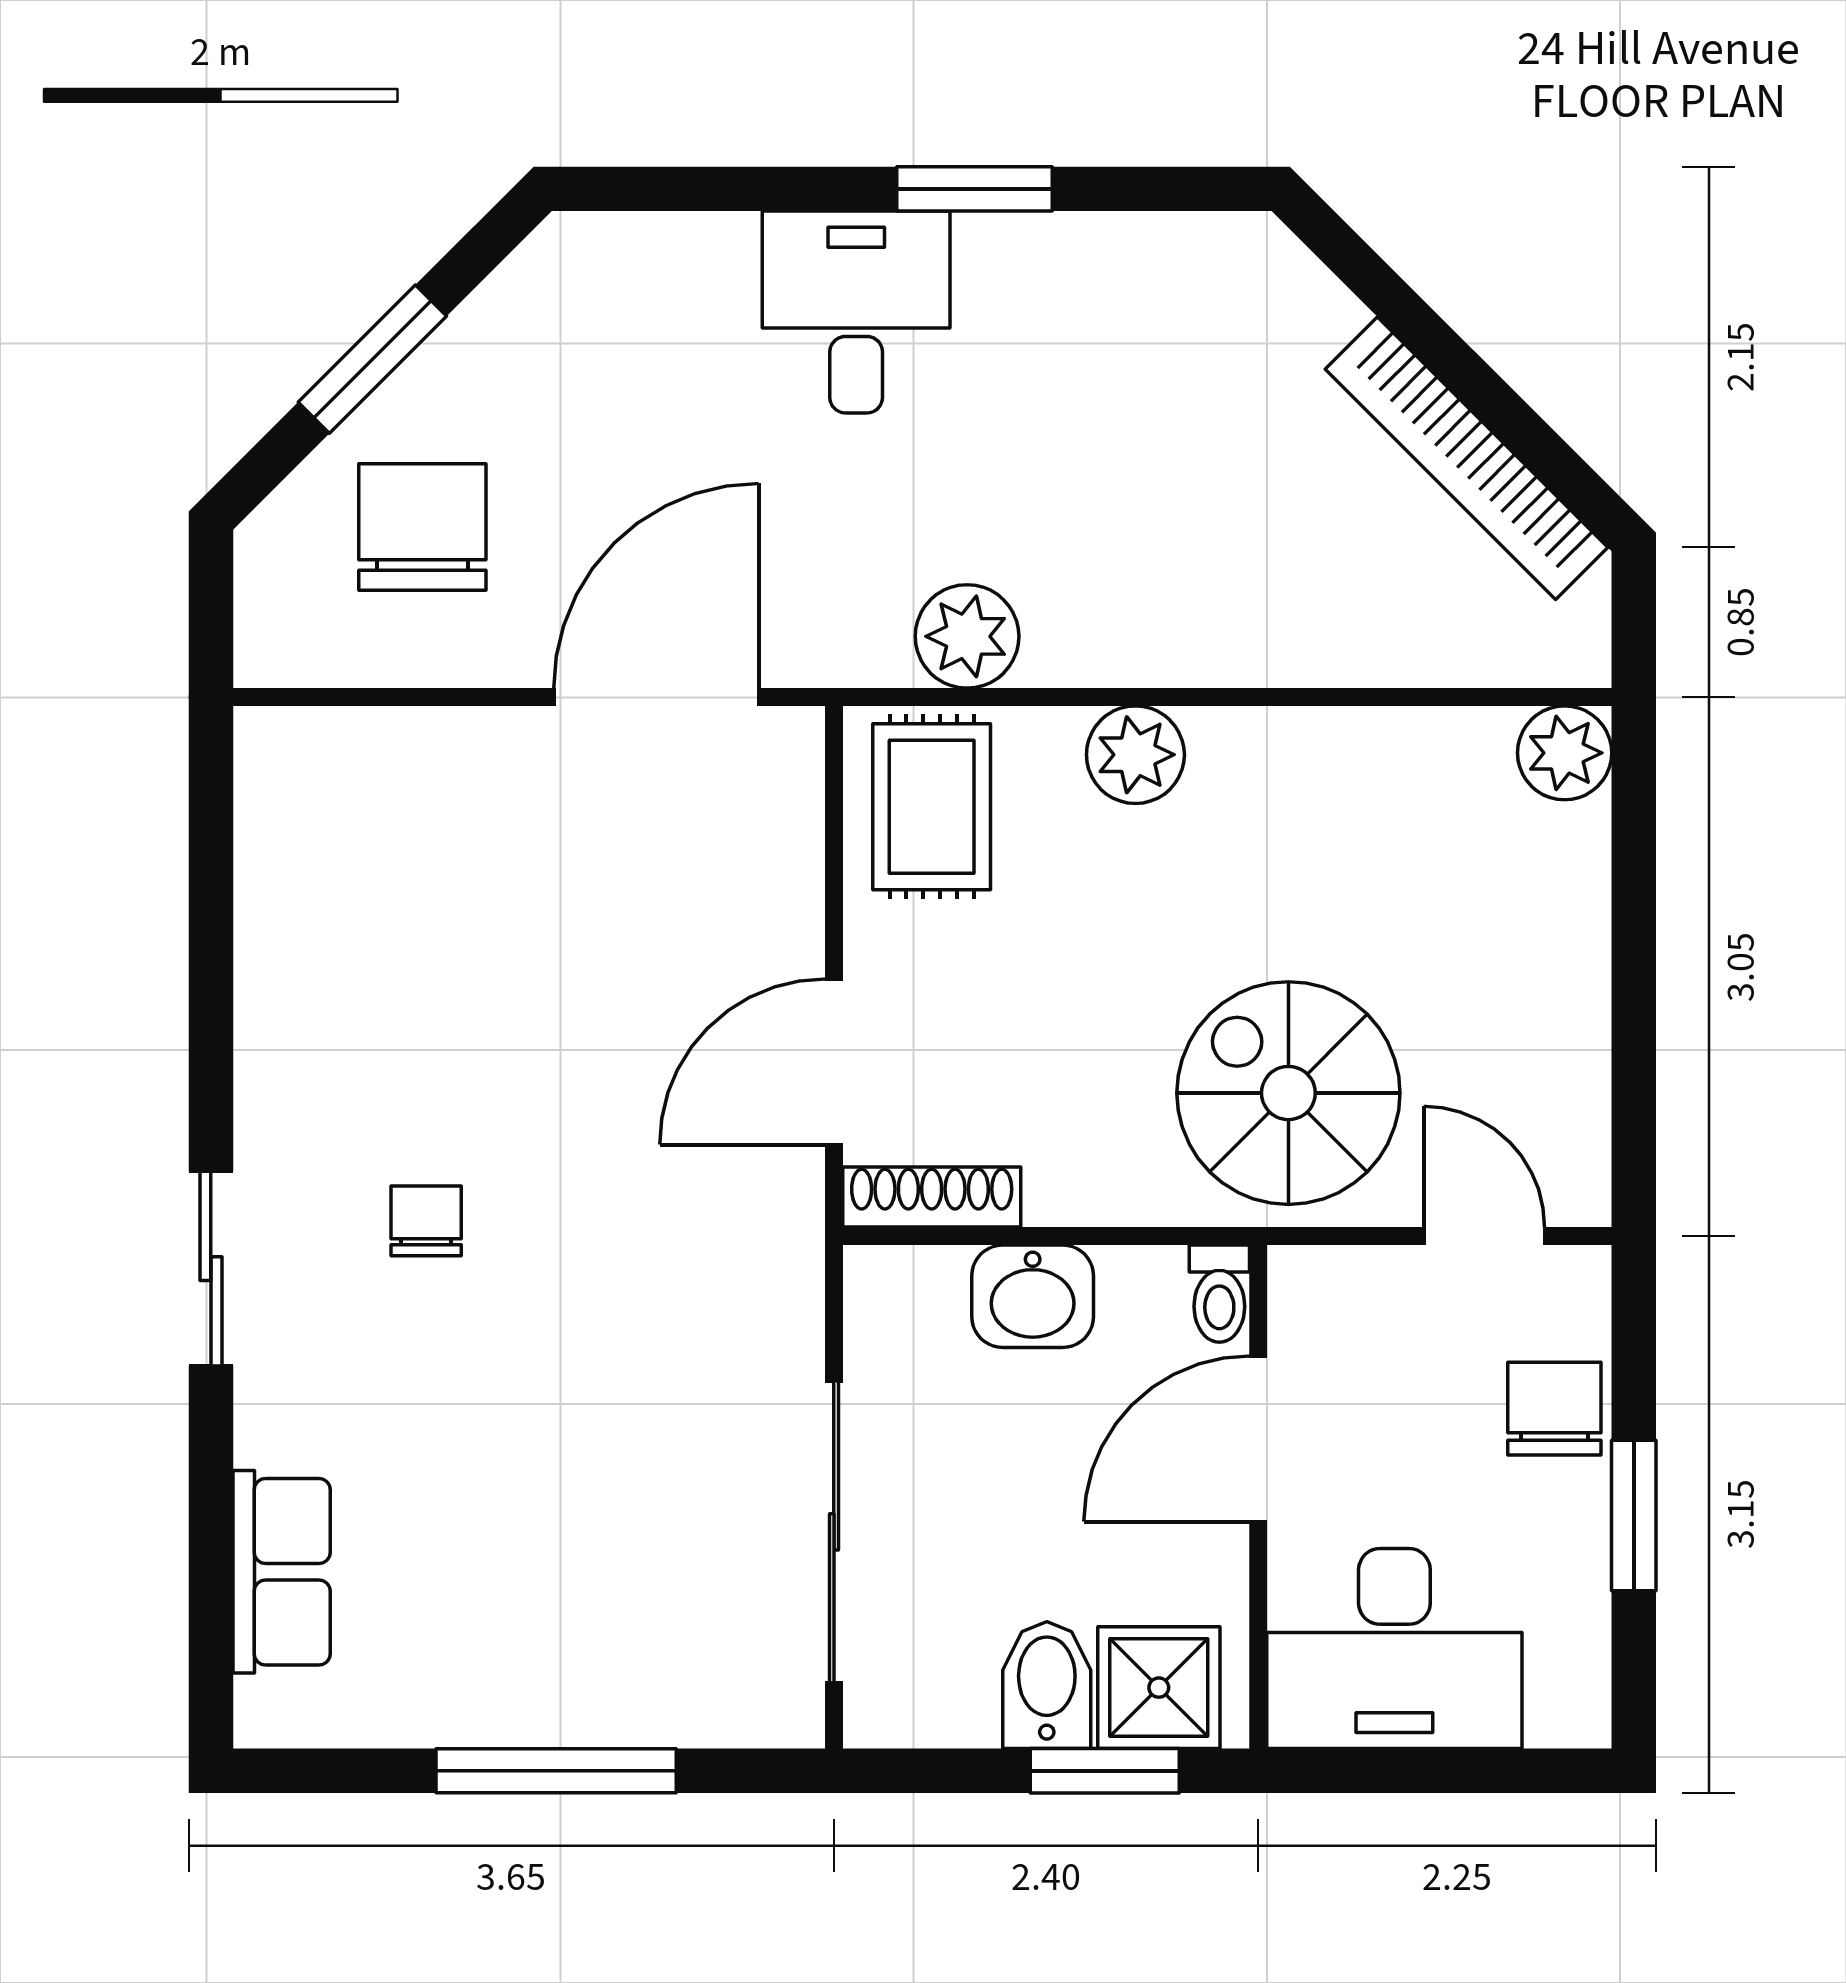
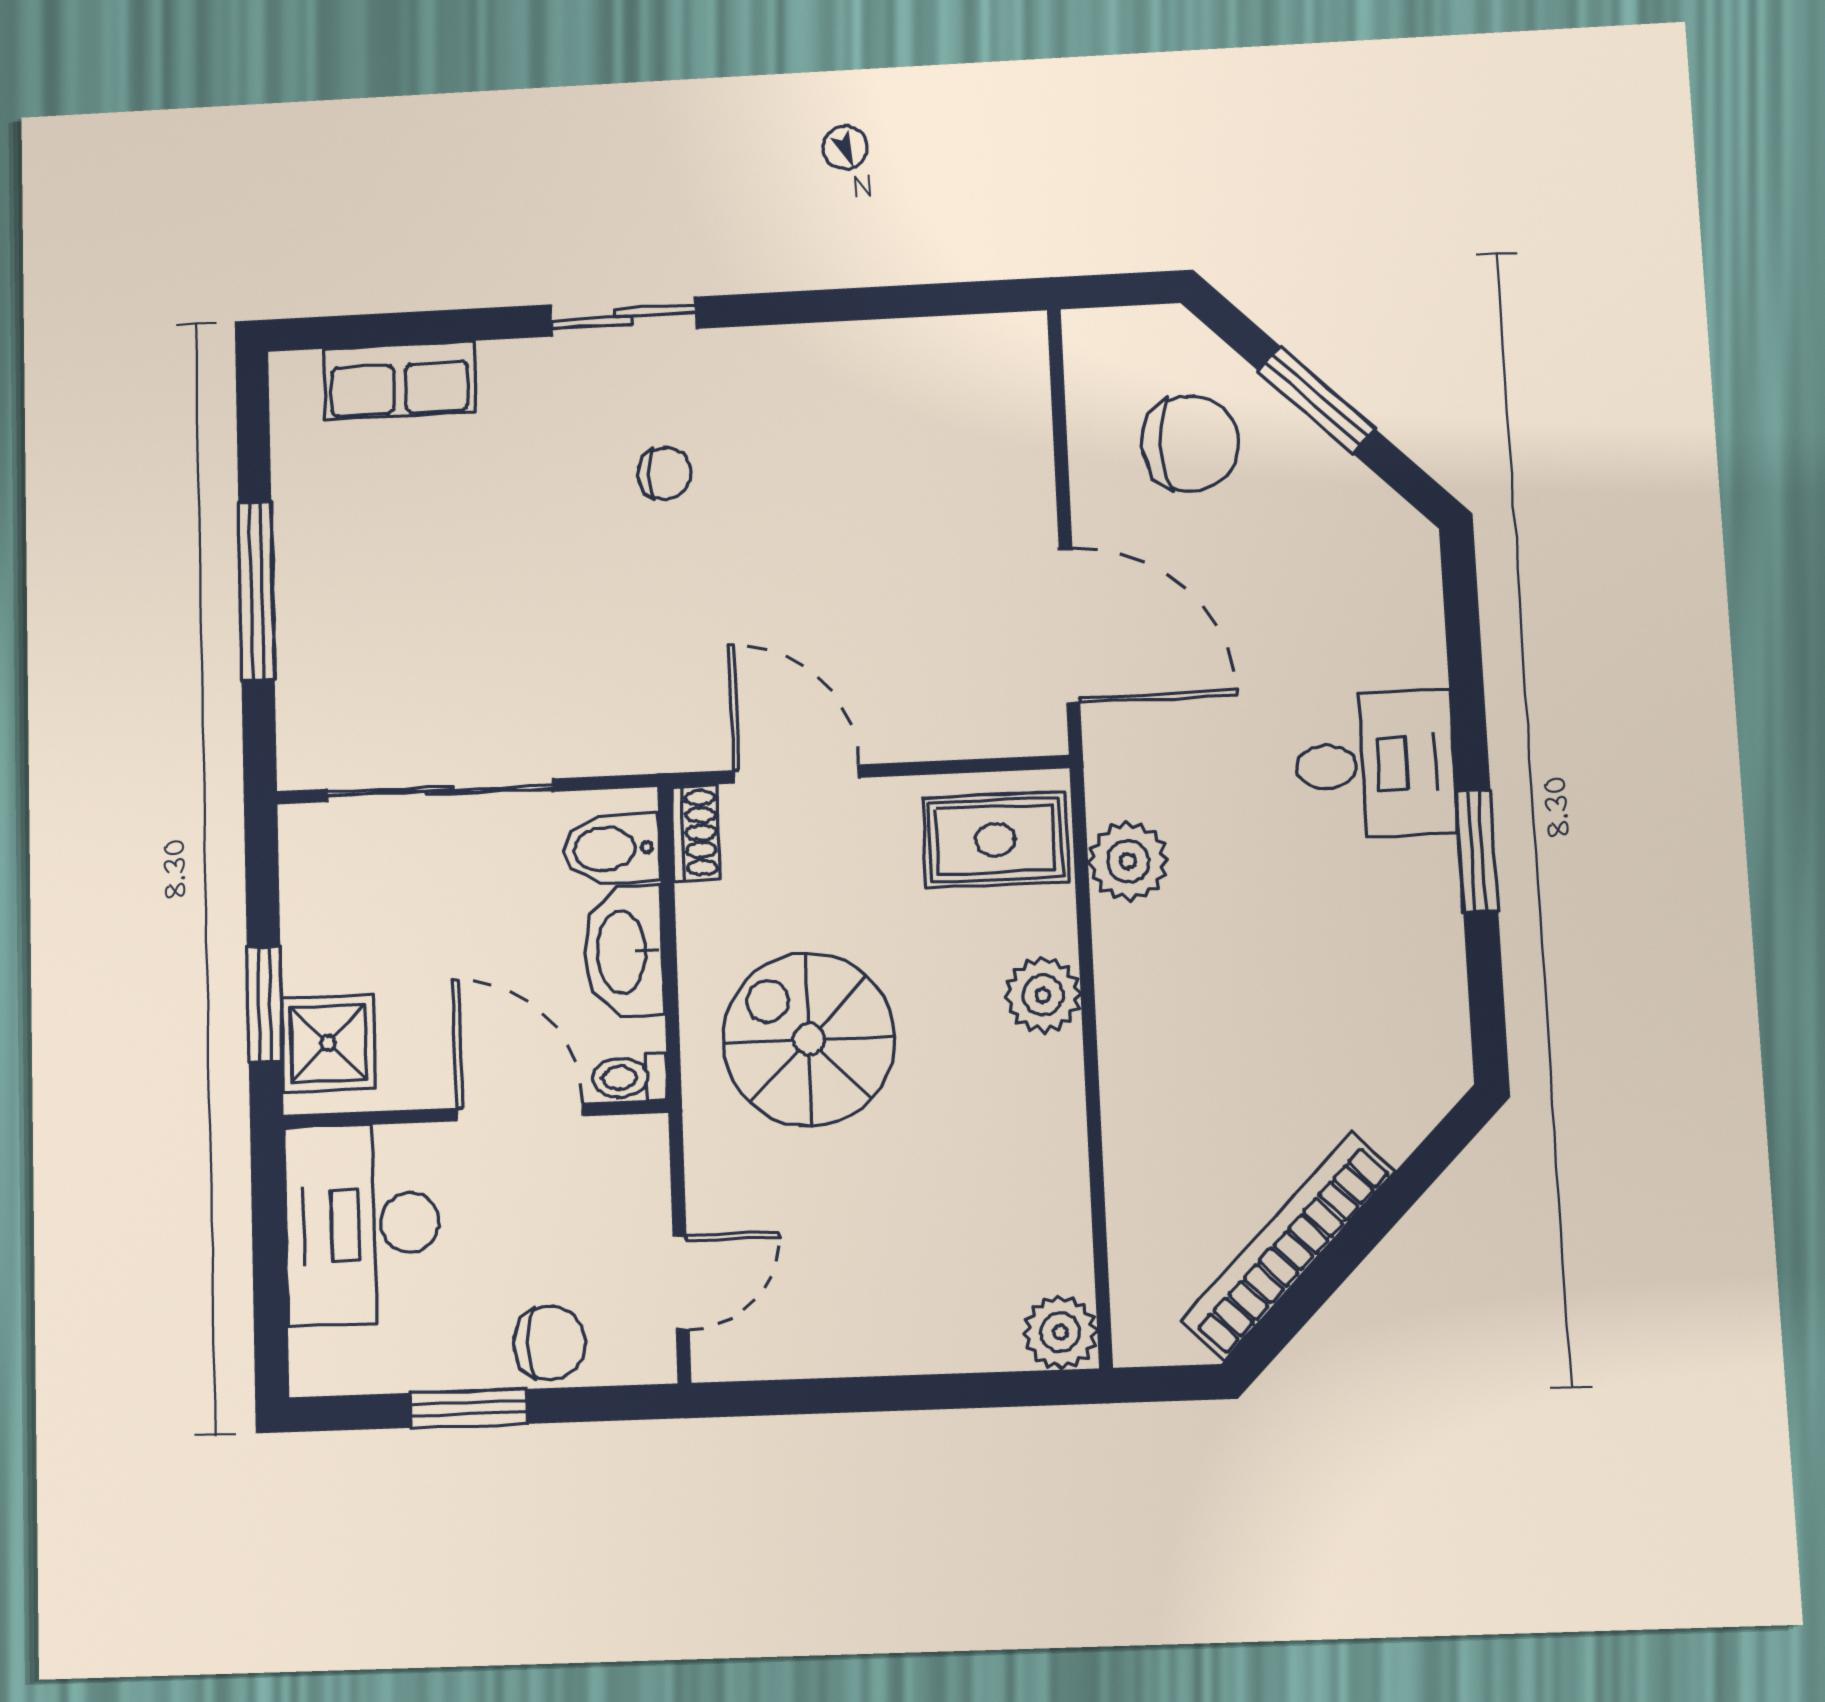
spiral stairs: (1288, 1093) -> (809, 1039), moved, turned -90
shoe rack: (932, 1197) -> (695, 833), width x0.70
washbasin: (1033, 1296) -> (624, 952), width x1.38
bidet: (1047, 1685) -> (611, 849), moved, turned 180

